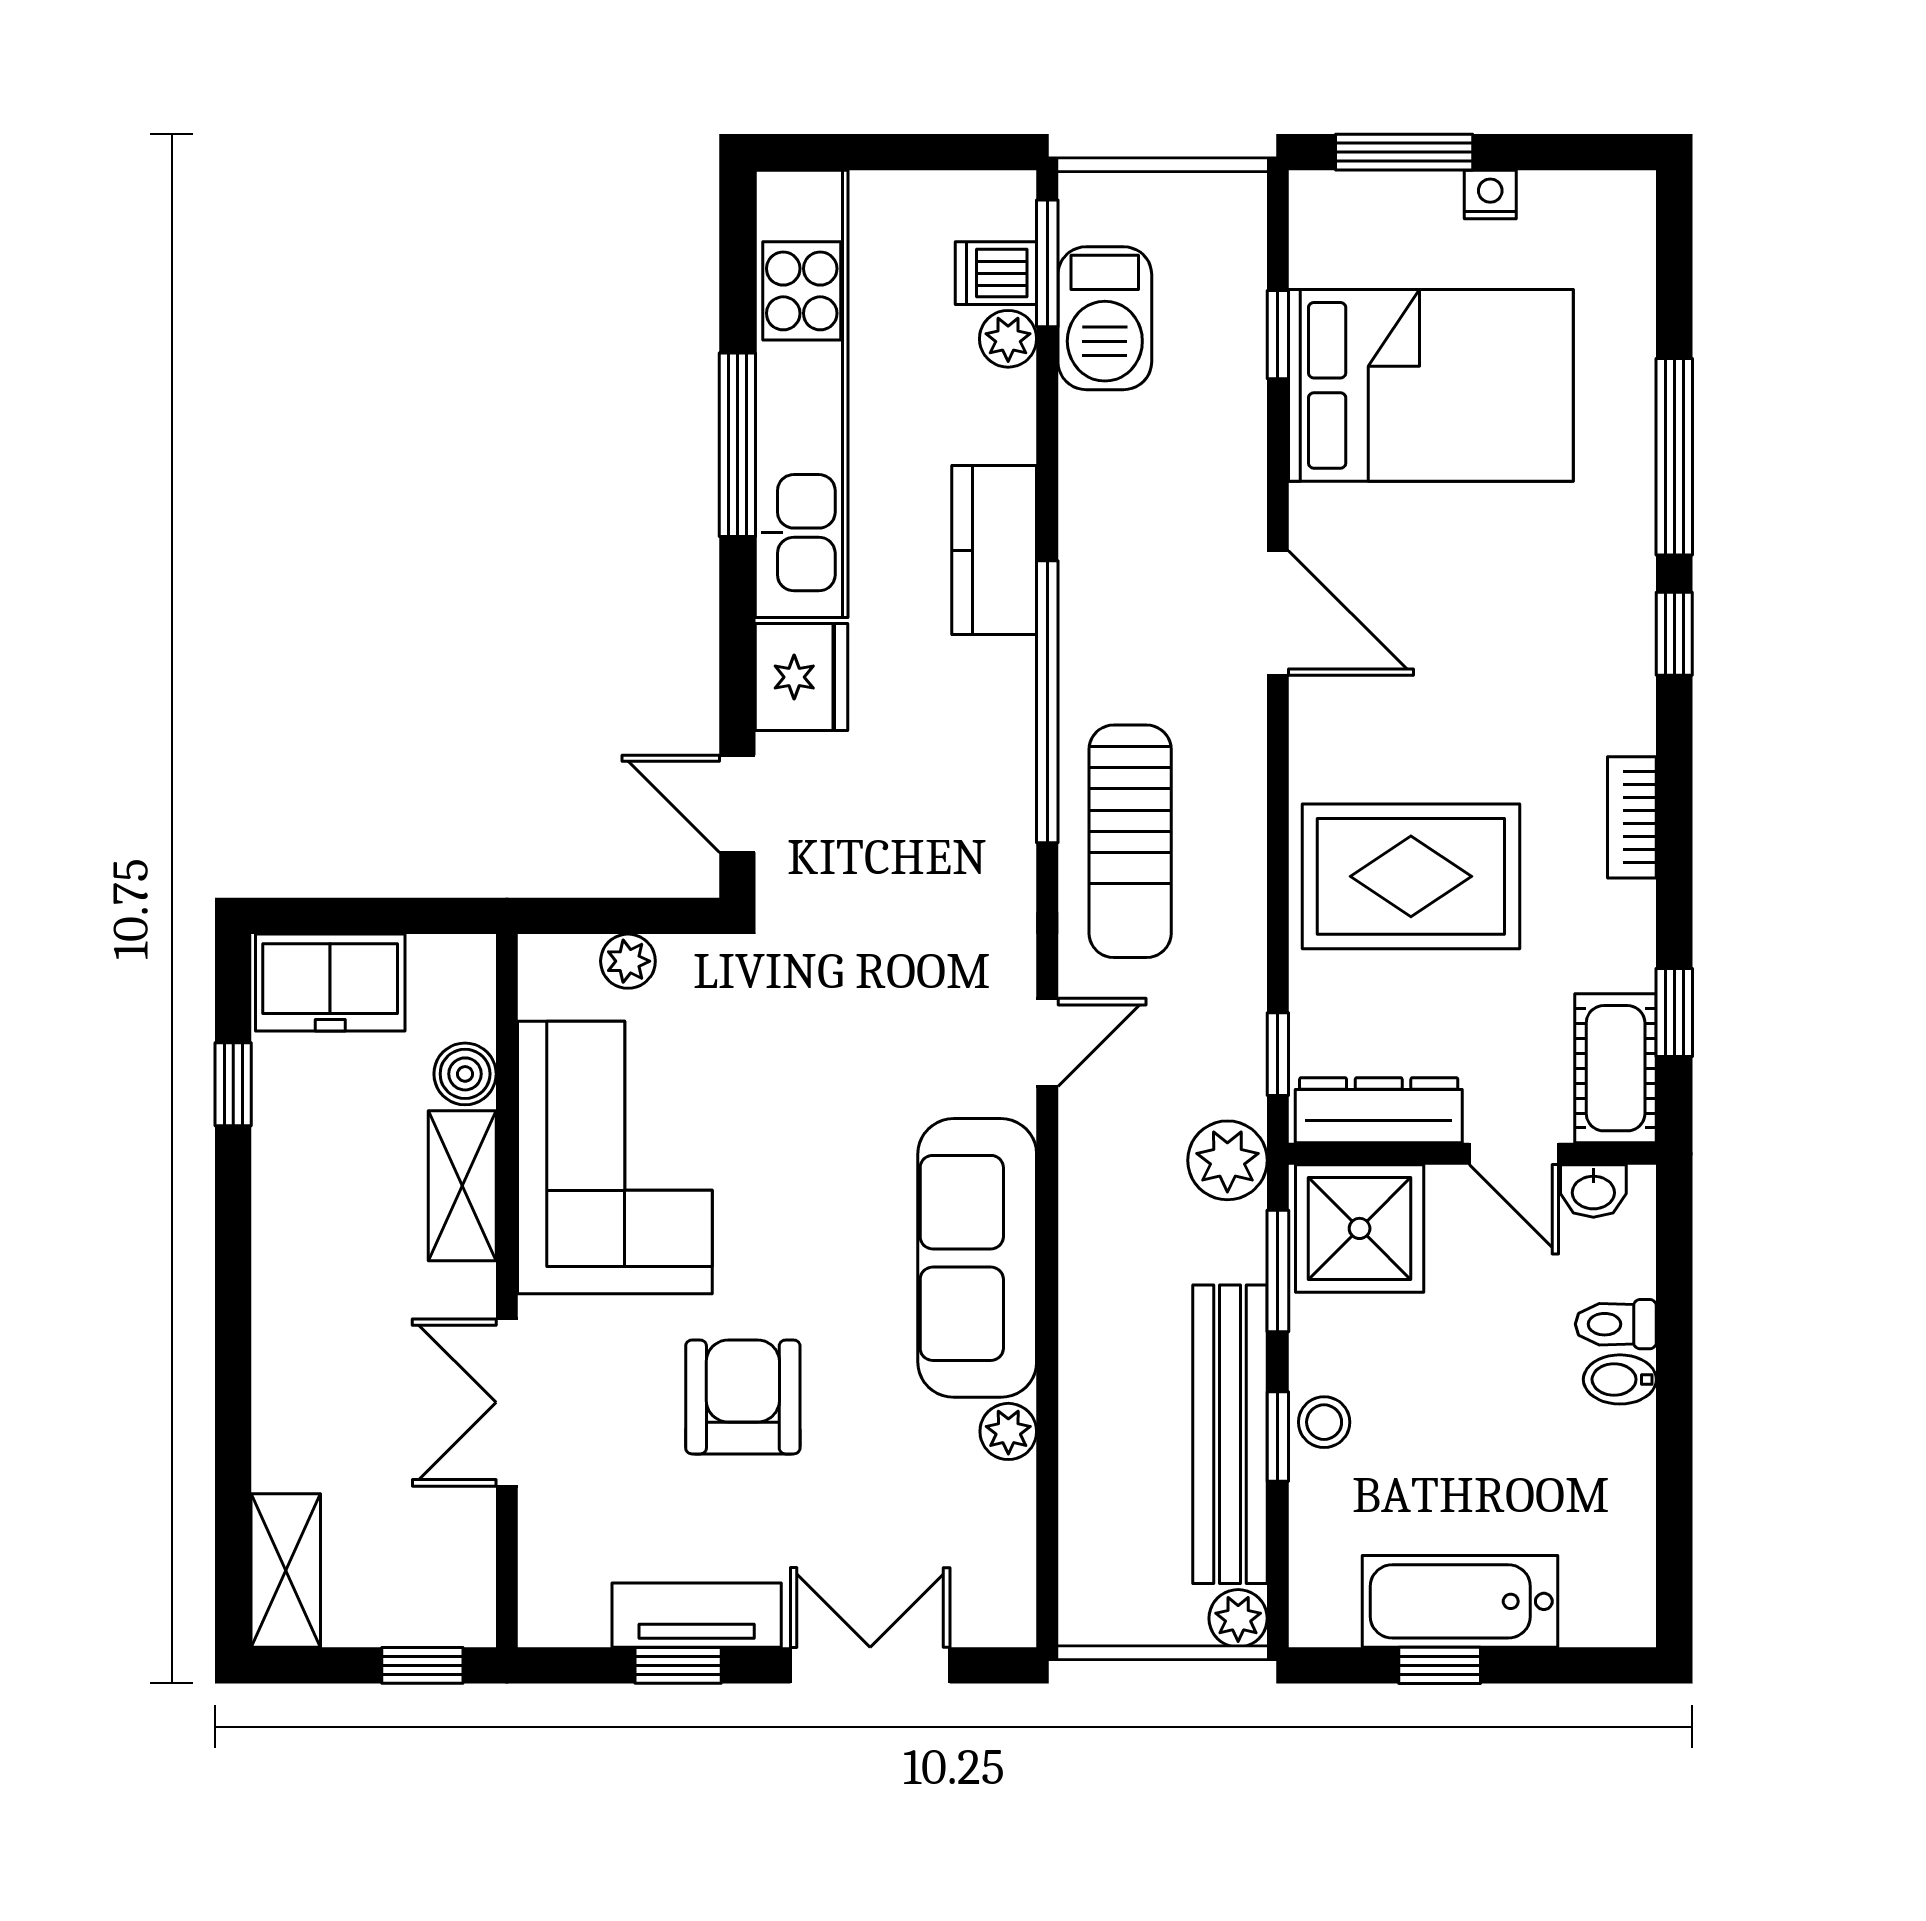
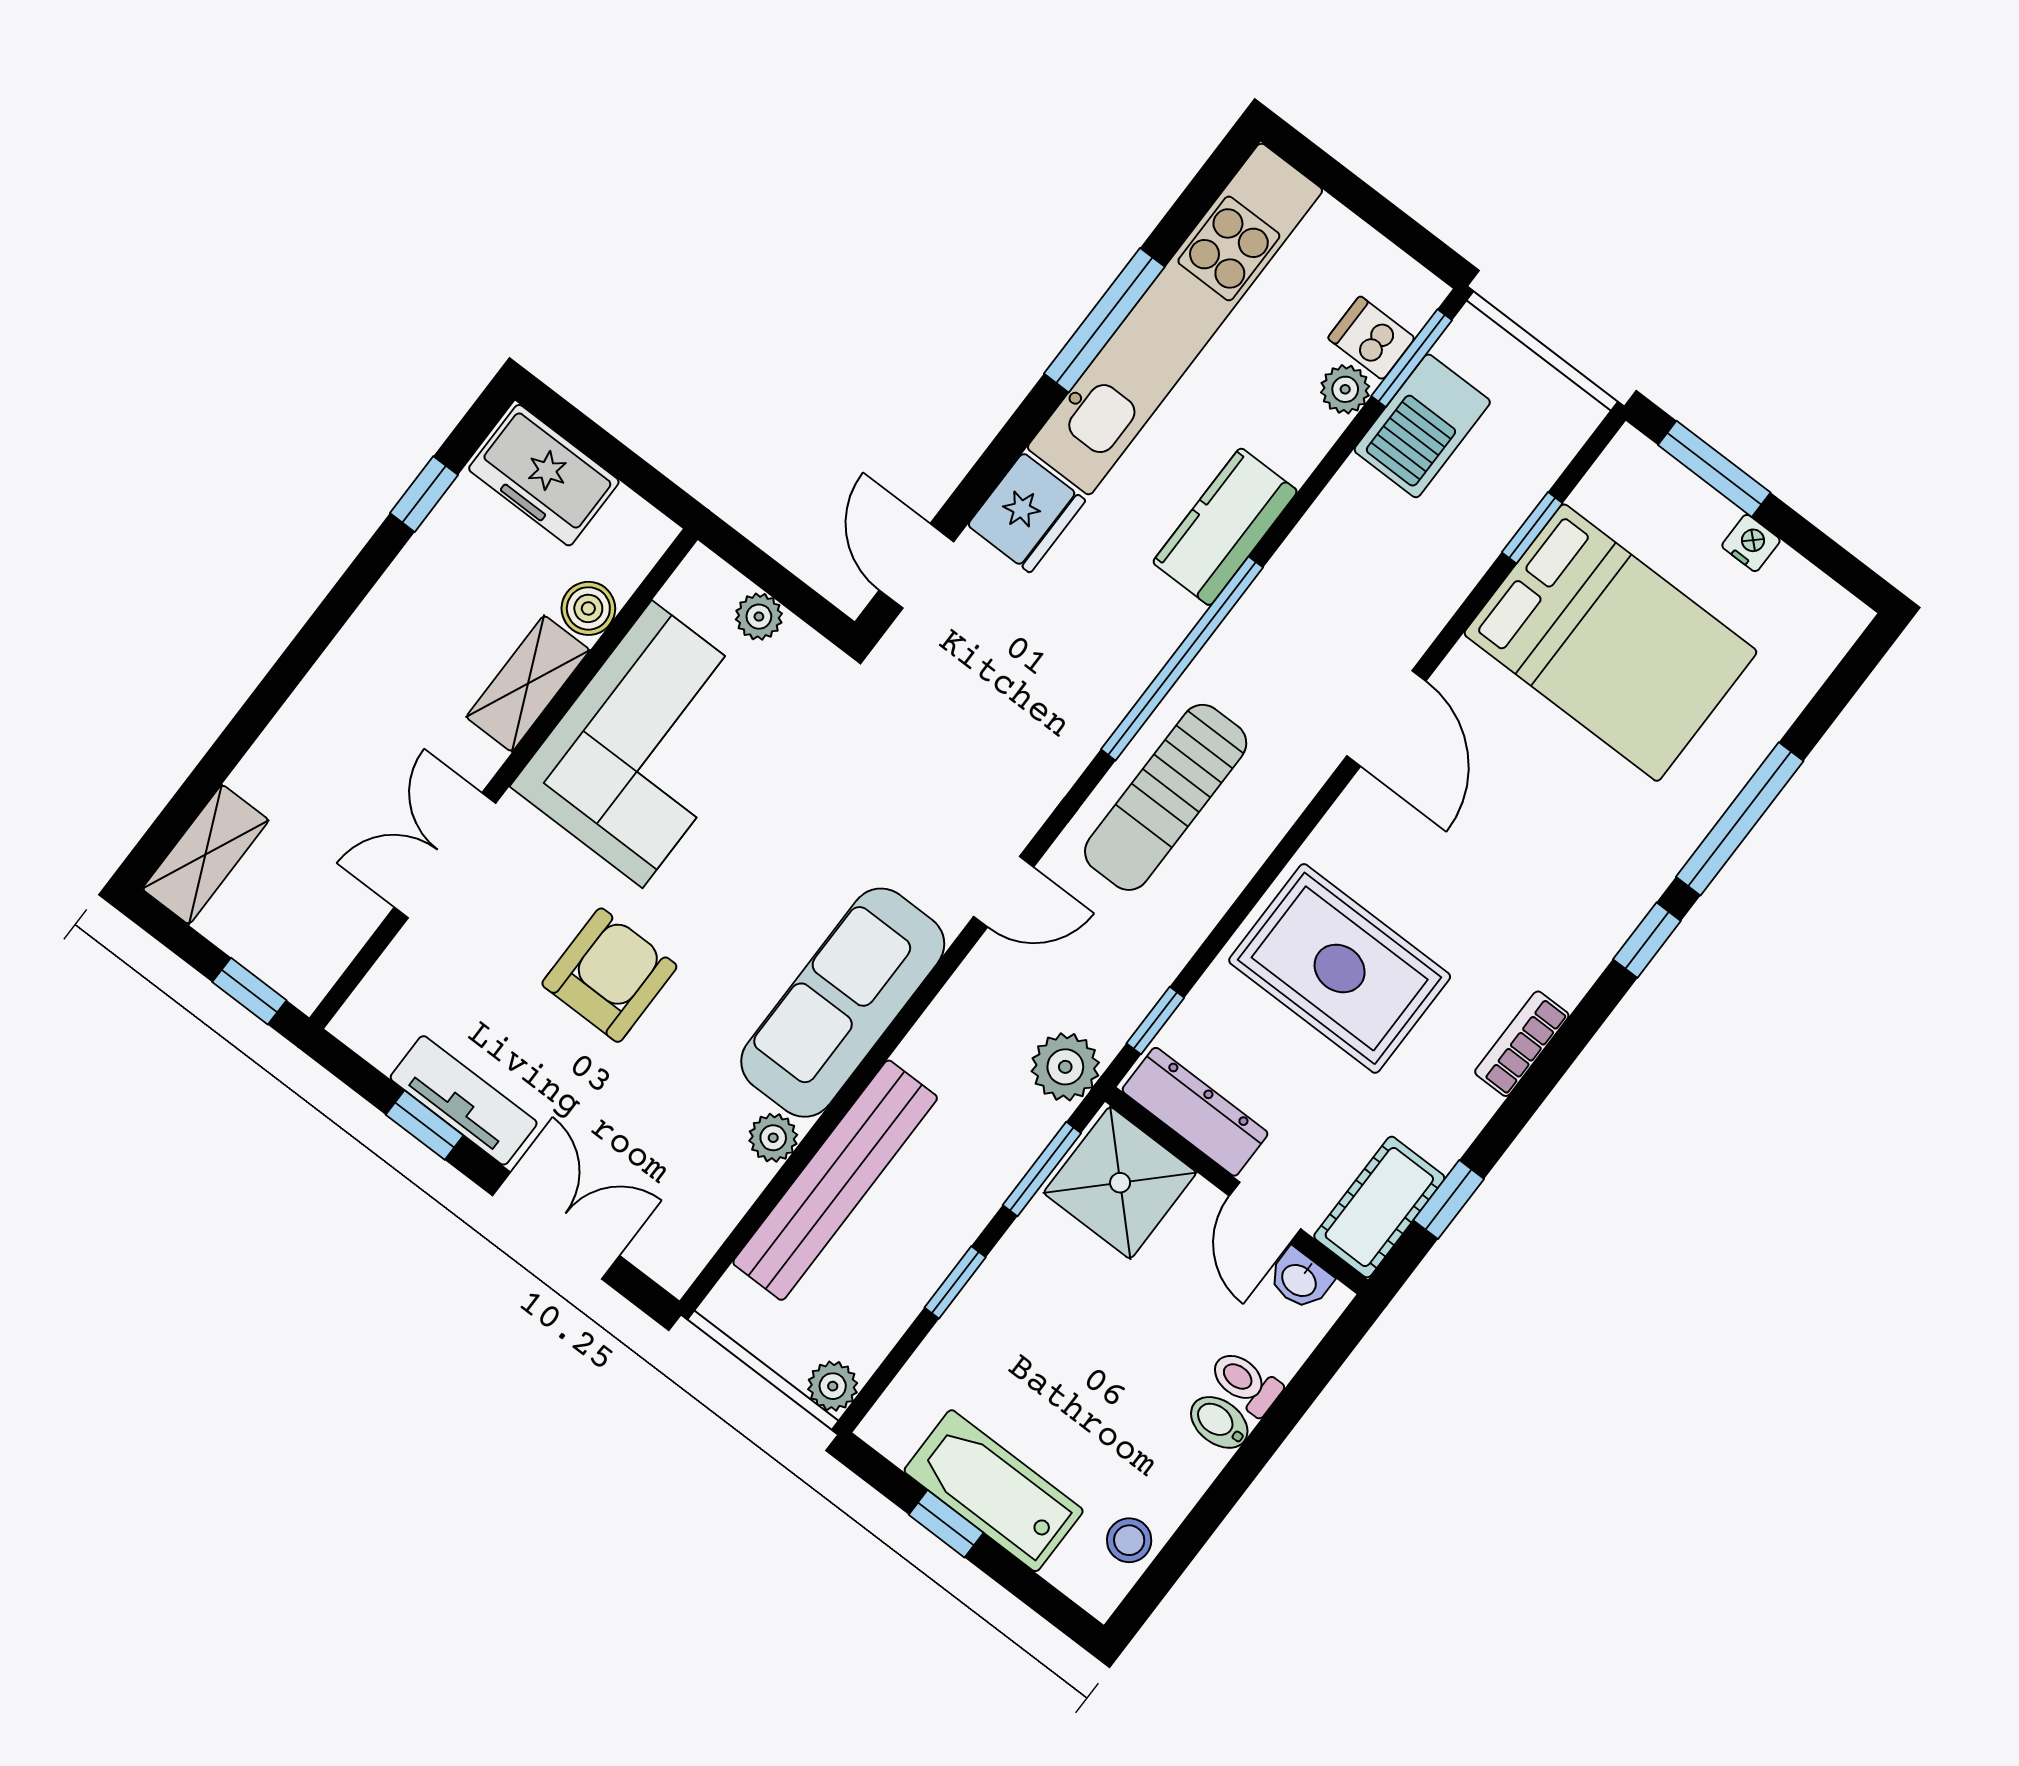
stool: (1324, 1422) -> (1129, 1540), moved
bench: (1230, 1434) -> (835, 1180), moved

